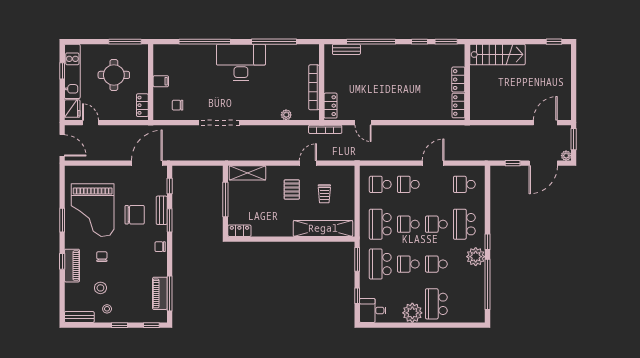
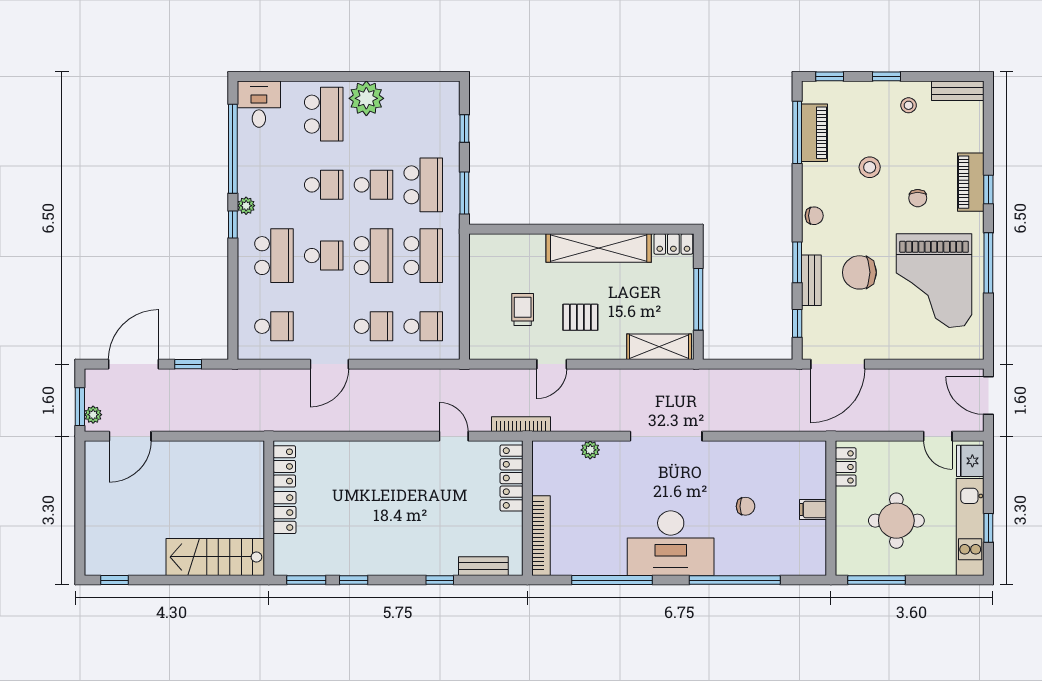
window: (371, 42) -> (440, 580), width x0.32
bookcase: (314, 87) -> (541, 536), moved
chair: (178, 105) -> (746, 506), moved
locker: (331, 106) -> (512, 478), width x1.53
doorway: (219, 123) -> (666, 436), moved
plant: (566, 156) -> (93, 415), moved
pallet: (292, 190) -> (580, 317), turned 90
grand piano: (93, 210) -> (934, 281), turned 180
window: (62, 220) -> (988, 263), width x1.44
school desk: (408, 224) -> (373, 256), width x1.85
shelving: (323, 228) -> (599, 248), moved
plant: (476, 257) -> (246, 206), width x0.53, depth x0.53
stool: (100, 288) -> (870, 167), moved
desk: (373, 310) -> (259, 104), moved, turned -90

